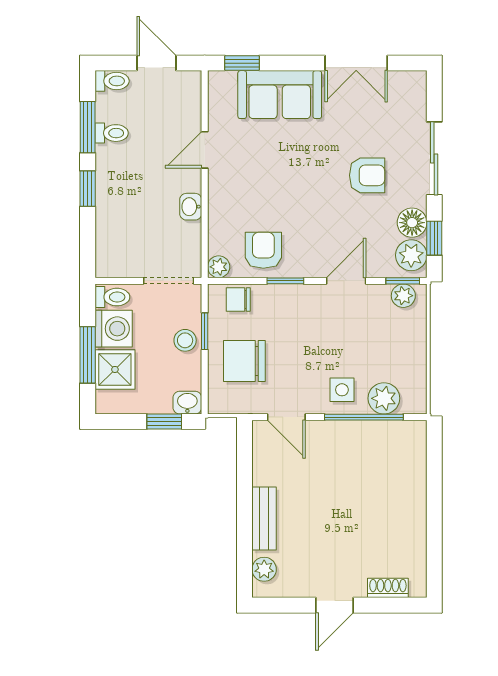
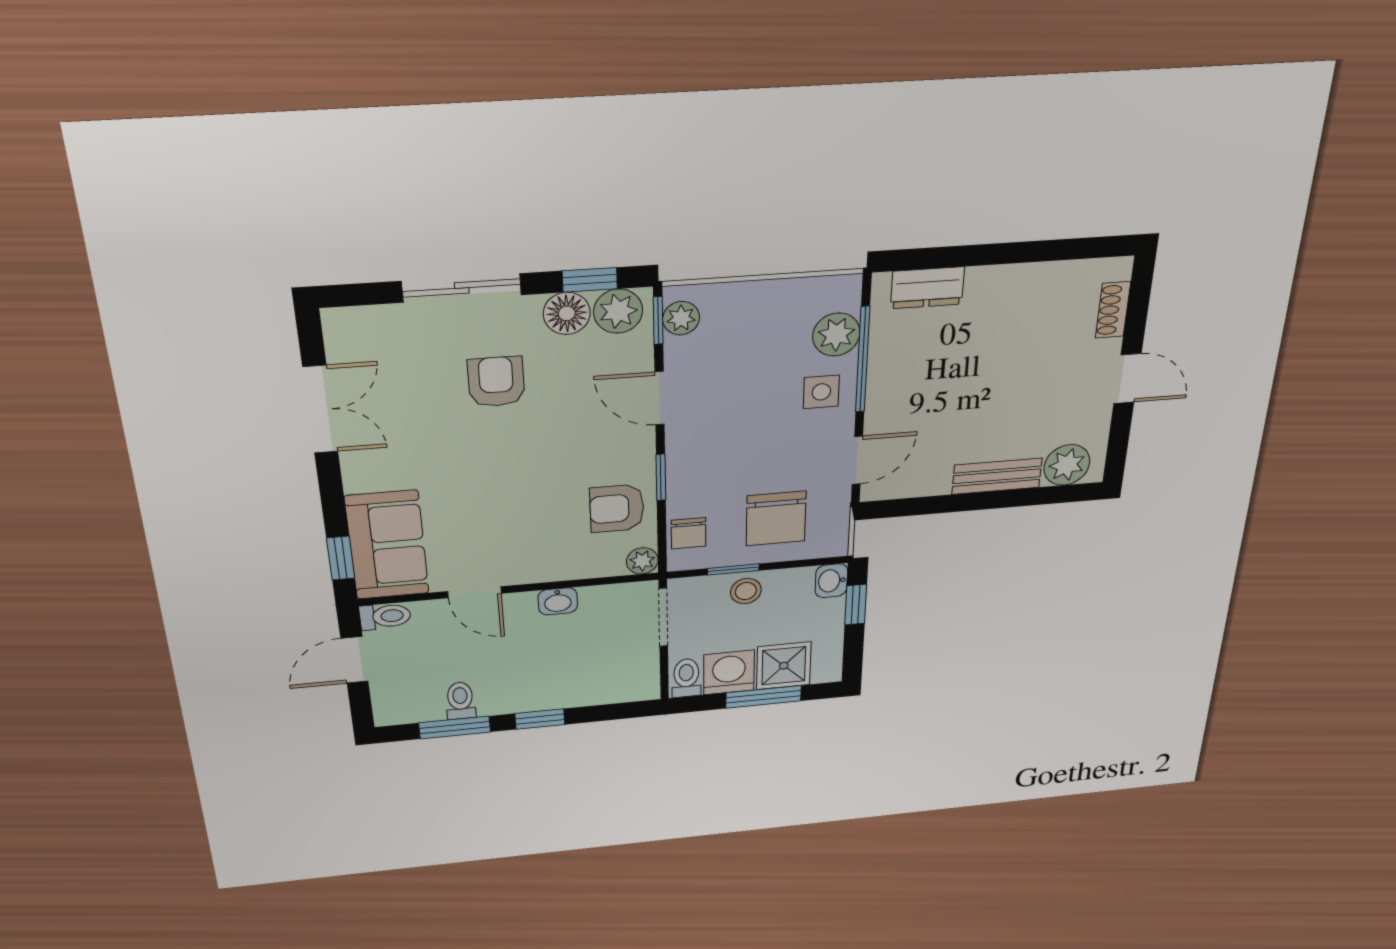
toilet: (112, 81) -> (385, 616), moved, turned 90
sofa: (280, 95) -> (387, 545), moved
dresser: (413, 458) -> (927, 288), added
plant: (264, 569) -> (1067, 465), width x1.38, depth x1.38

